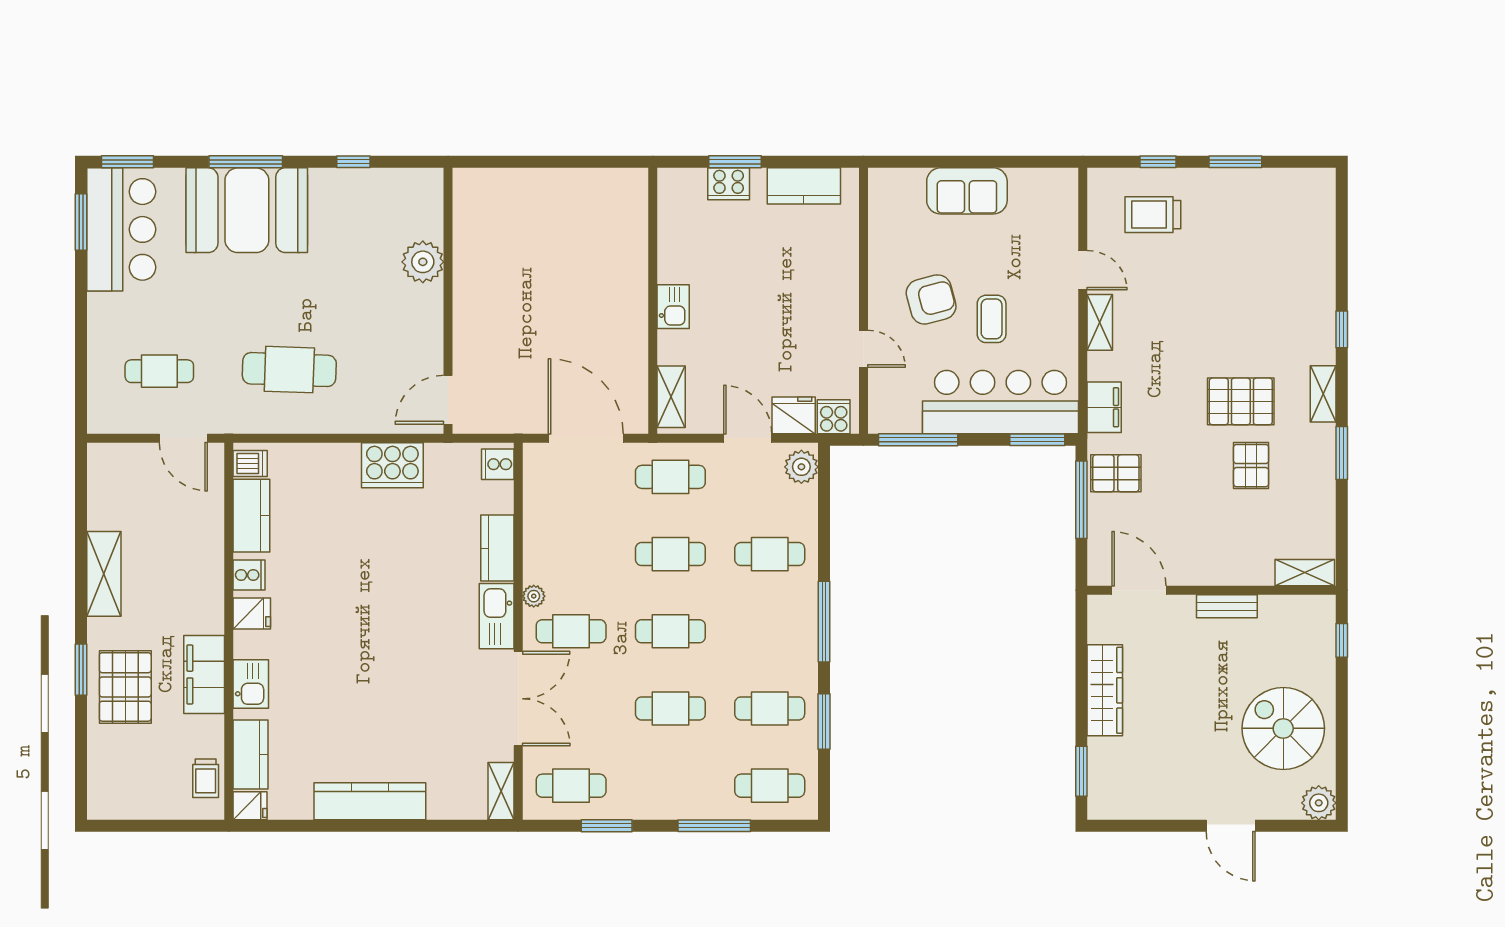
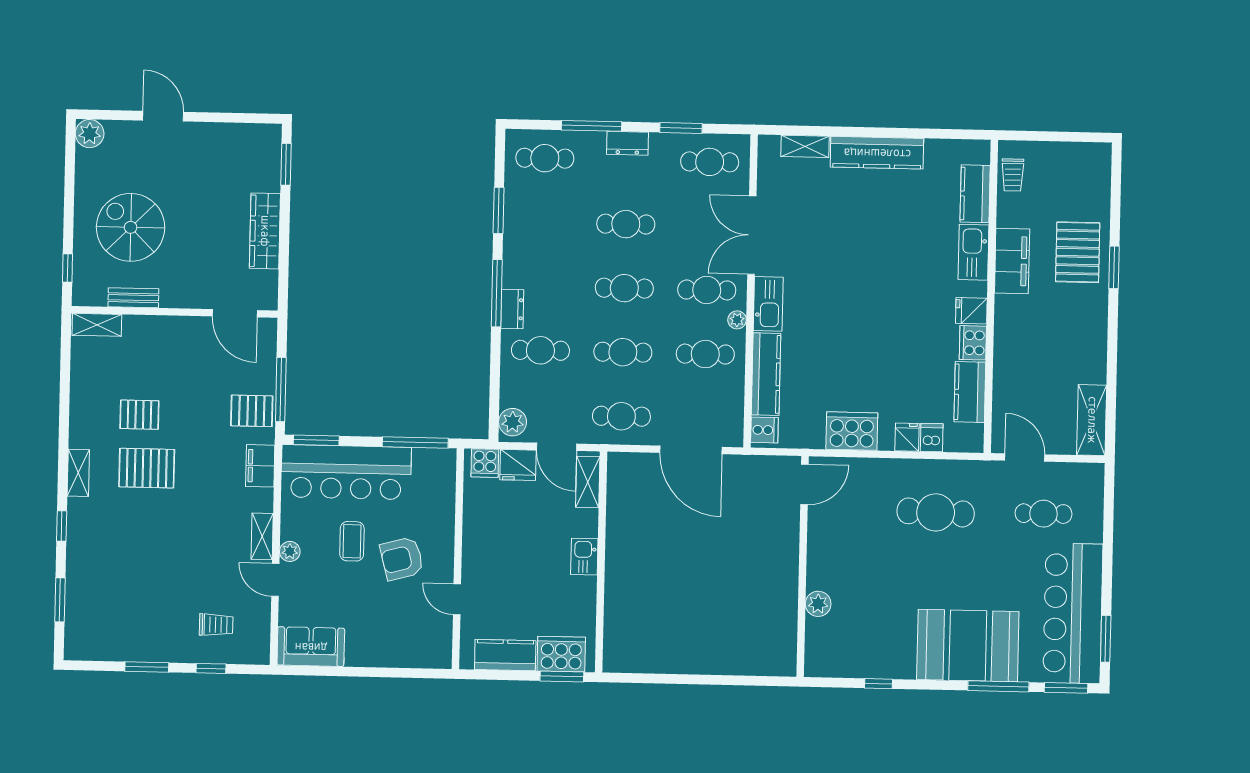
window: (246, 162) -> (998, 686), moved
cooker: (729, 184) -> (561, 654), width x1.37, depth x1.31
sofa: (967, 191) -> (311, 647), moved
trolley: (1153, 215) -> (216, 625), width x0.73, depth x0.72
bar counter: (121, 229) -> (1073, 613), width x1.36
plant: (423, 262) -> (818, 604), width x0.73, depth x0.73
wall: (653, 301) -> (601, 562), moved
plant: (1066, 305) -> (290, 551), added
kitchen sink: (673, 307) -> (584, 557), moved
door: (863, 349) -> (457, 599), moved
shelving: (671, 397) -> (588, 482), moved
window: (1342, 453) -> (60, 600), moved
dishwasher: (250, 464) -> (932, 438), moved, turned 90
pallet: (1251, 466) -> (139, 415), turned 90
kitchen counter: (497, 548) -> (766, 374), width x1.50
shelving: (104, 574) -> (1092, 420), moved
cooker: (249, 575) -> (973, 343), width x1.36
dresser: (805, 603) -> (512, 309), added
bench: (1227, 606) -> (133, 298), moved
kitchen sink: (251, 684) -> (973, 252), width x1.38
cafe table: (770, 708) -> (705, 354), moved
spiral stairs: (1283, 728) -> (131, 227), moved, turned 180
trolley: (206, 778) -> (1013, 175), turned 180
shelving: (501, 791) -> (805, 146), moved, turned 90
fridge: (250, 806) -> (907, 437), moved, turned 90
dresser: (671, 806) -> (628, 143), added

